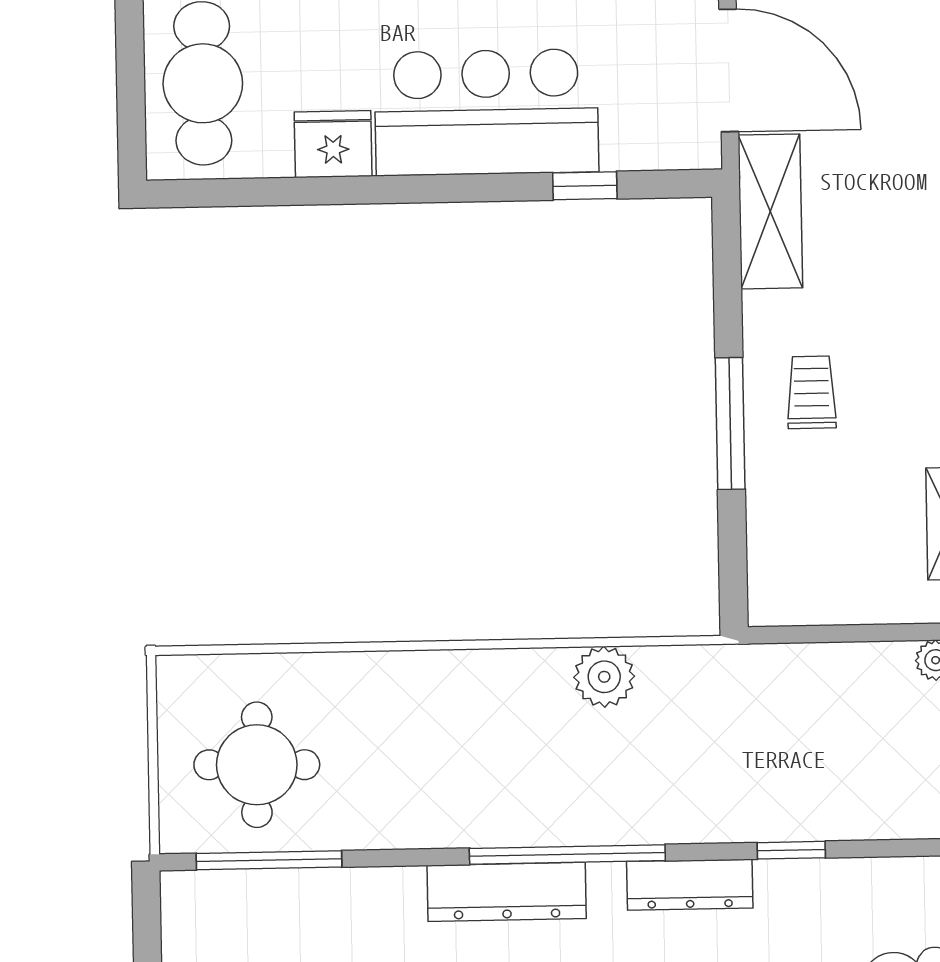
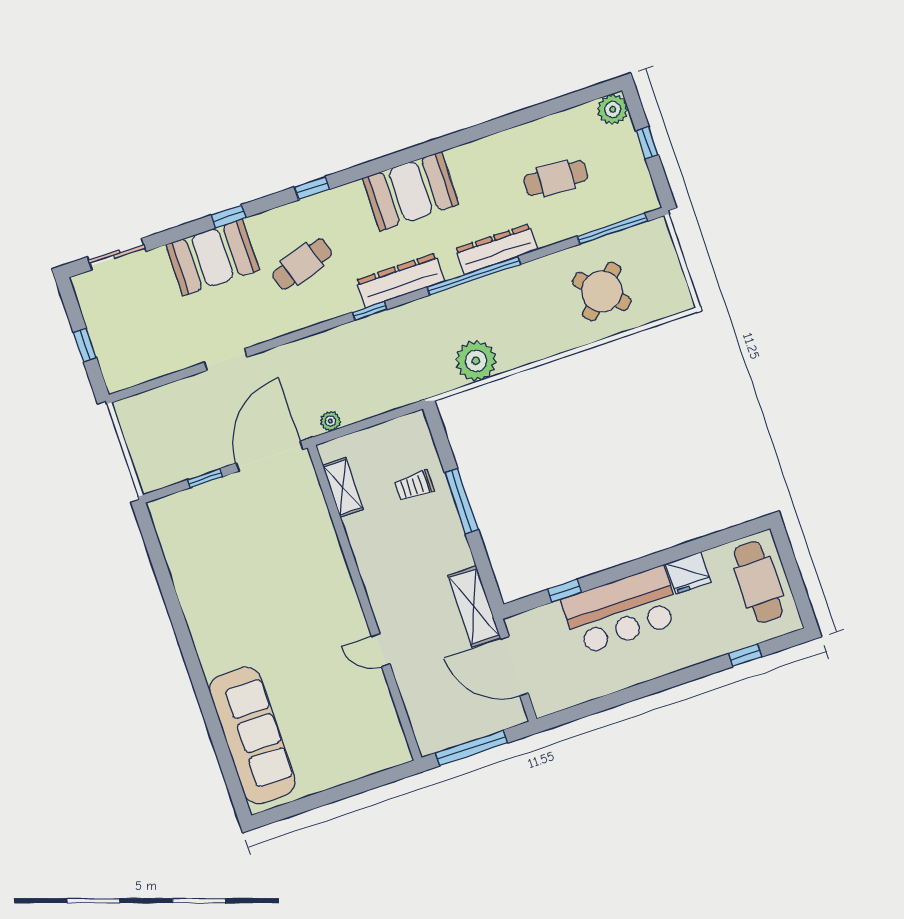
trolley: (811, 392) -> (414, 486), moved, turned 90
plant: (604, 677) -> (476, 361), width x1.36, depth x1.36
round table: (257, 765) -> (602, 291), moved, turned 45
dresser: (690, 885) -> (400, 280), width x1.37, depth x1.24

